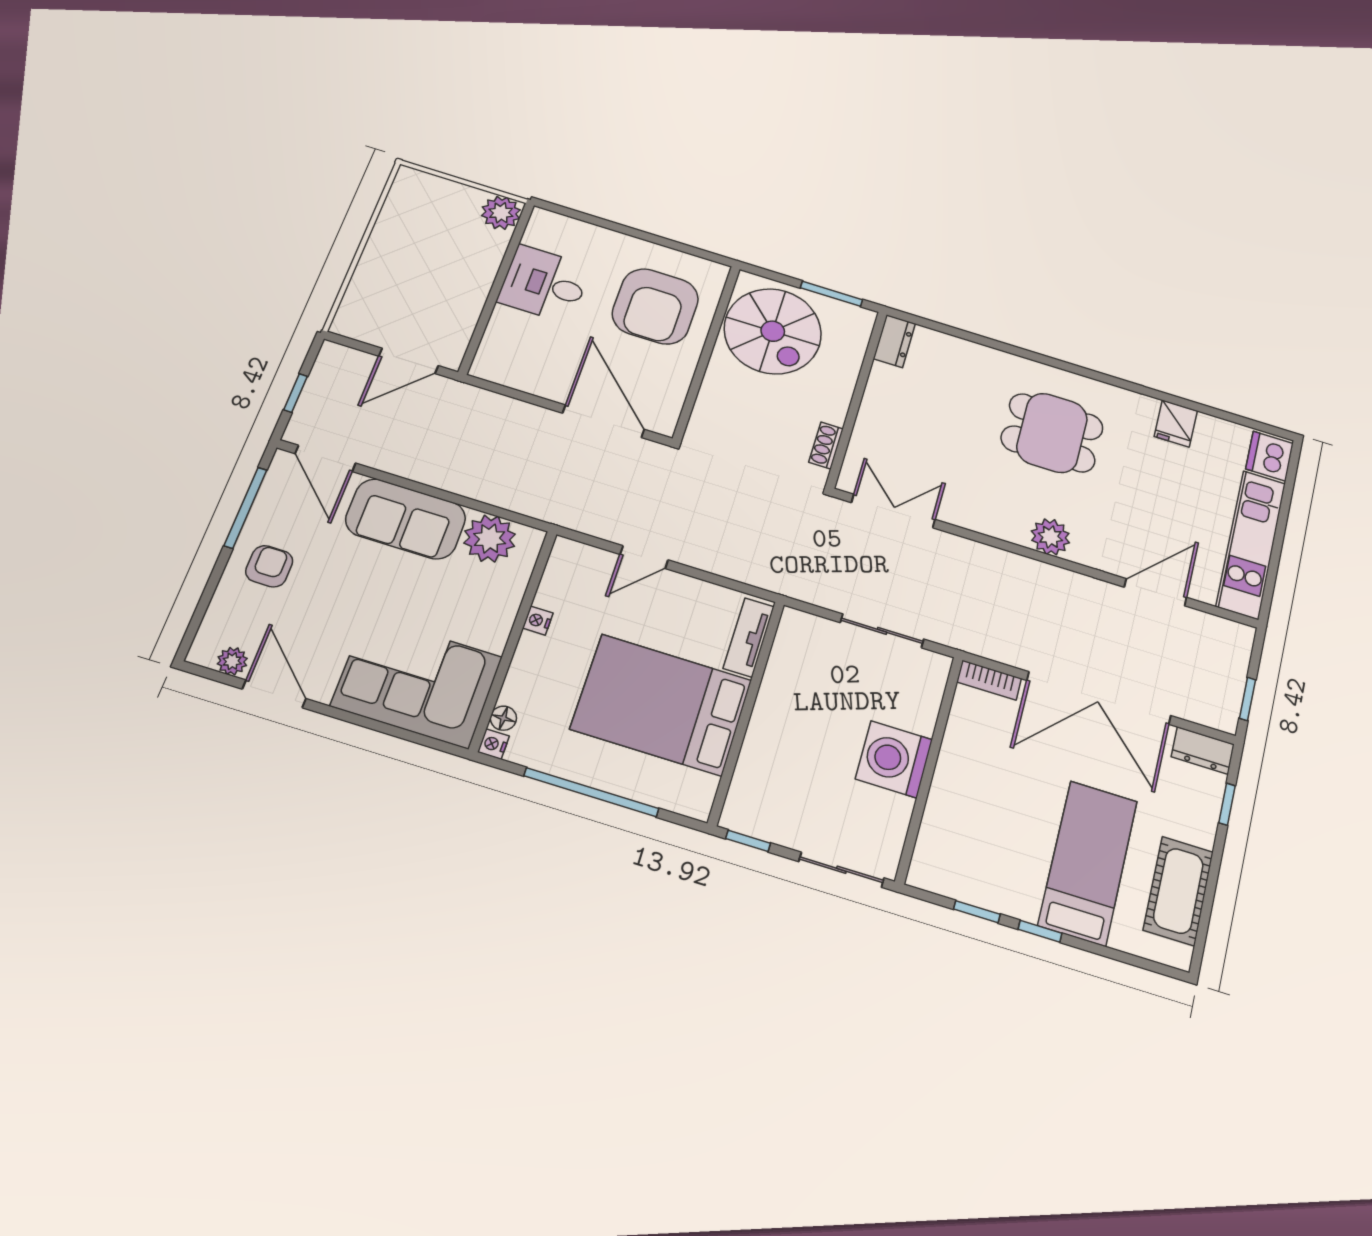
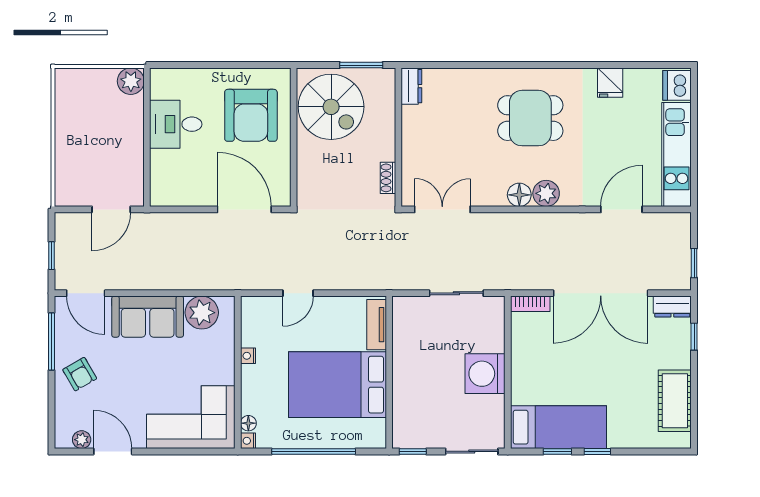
floor lamp: (1011, 527) -> (519, 195), added
armchair: (269, 566) -> (80, 374), turned 150
bed: (1088, 863) -> (558, 427), moved, turned 90

